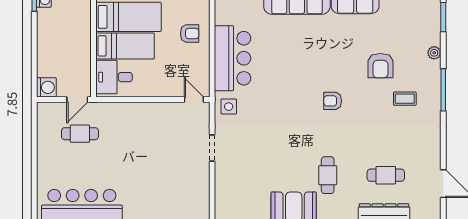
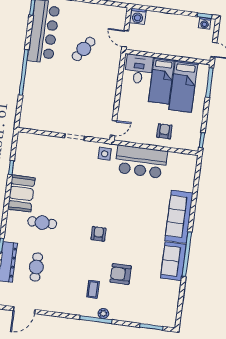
armchair: (190, 34) -> (164, 131), turned 180
plant: (434, 53) -> (103, 314), moved
cafe table: (80, 134) -> (84, 49), moved, turned 35

